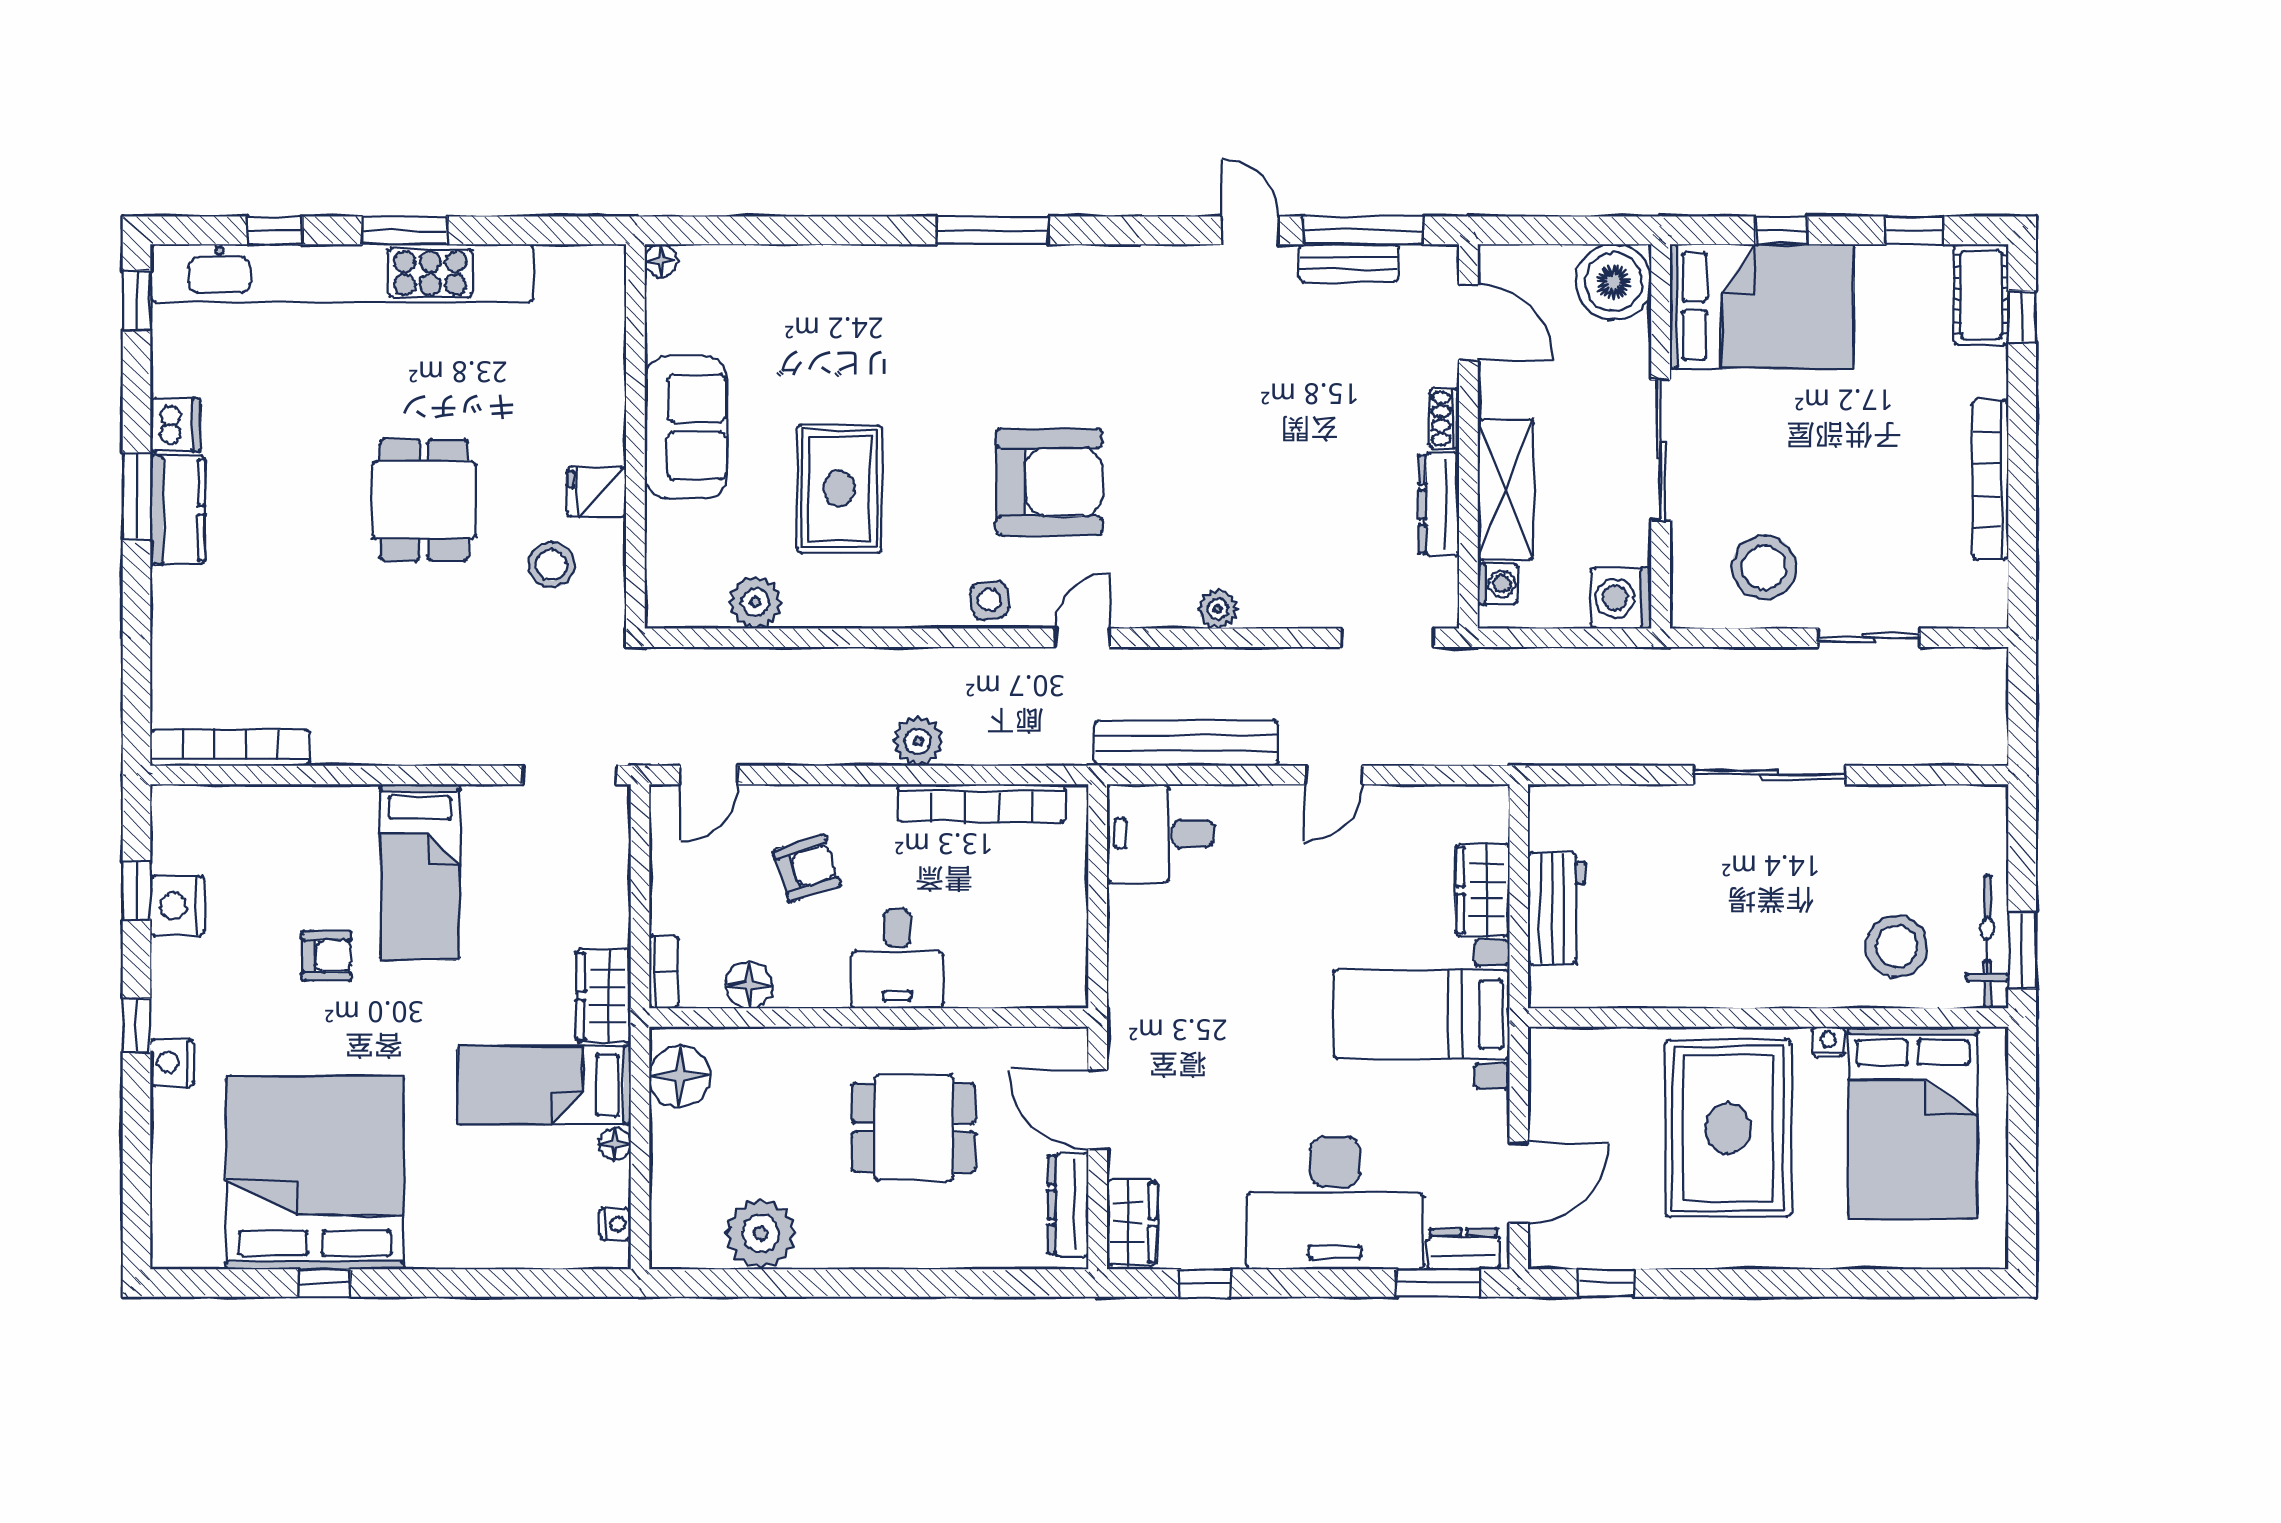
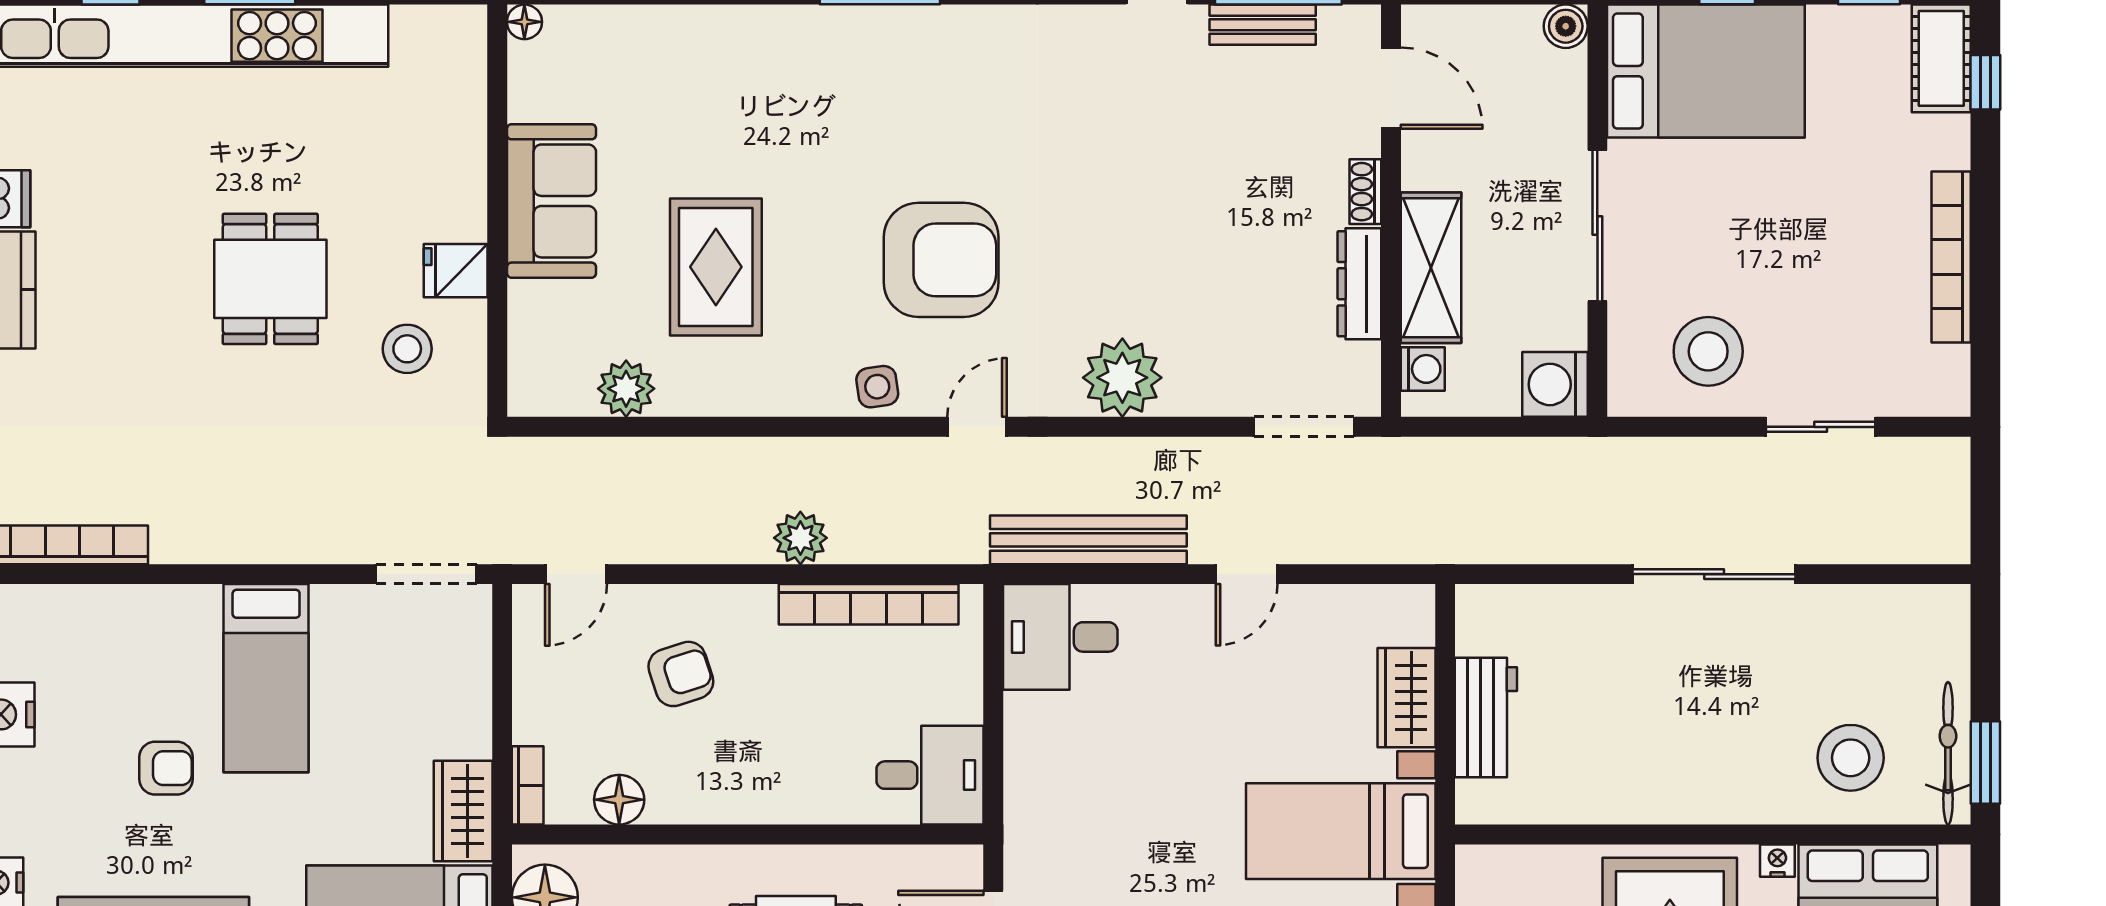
boiler: (1614, 282) -> (1566, 26), width x0.54, depth x0.54
plant: (1218, 609) -> (1122, 378), width x1.88, depth x1.88
desk: (897, 959) -> (930, 775), moved, turned -90

